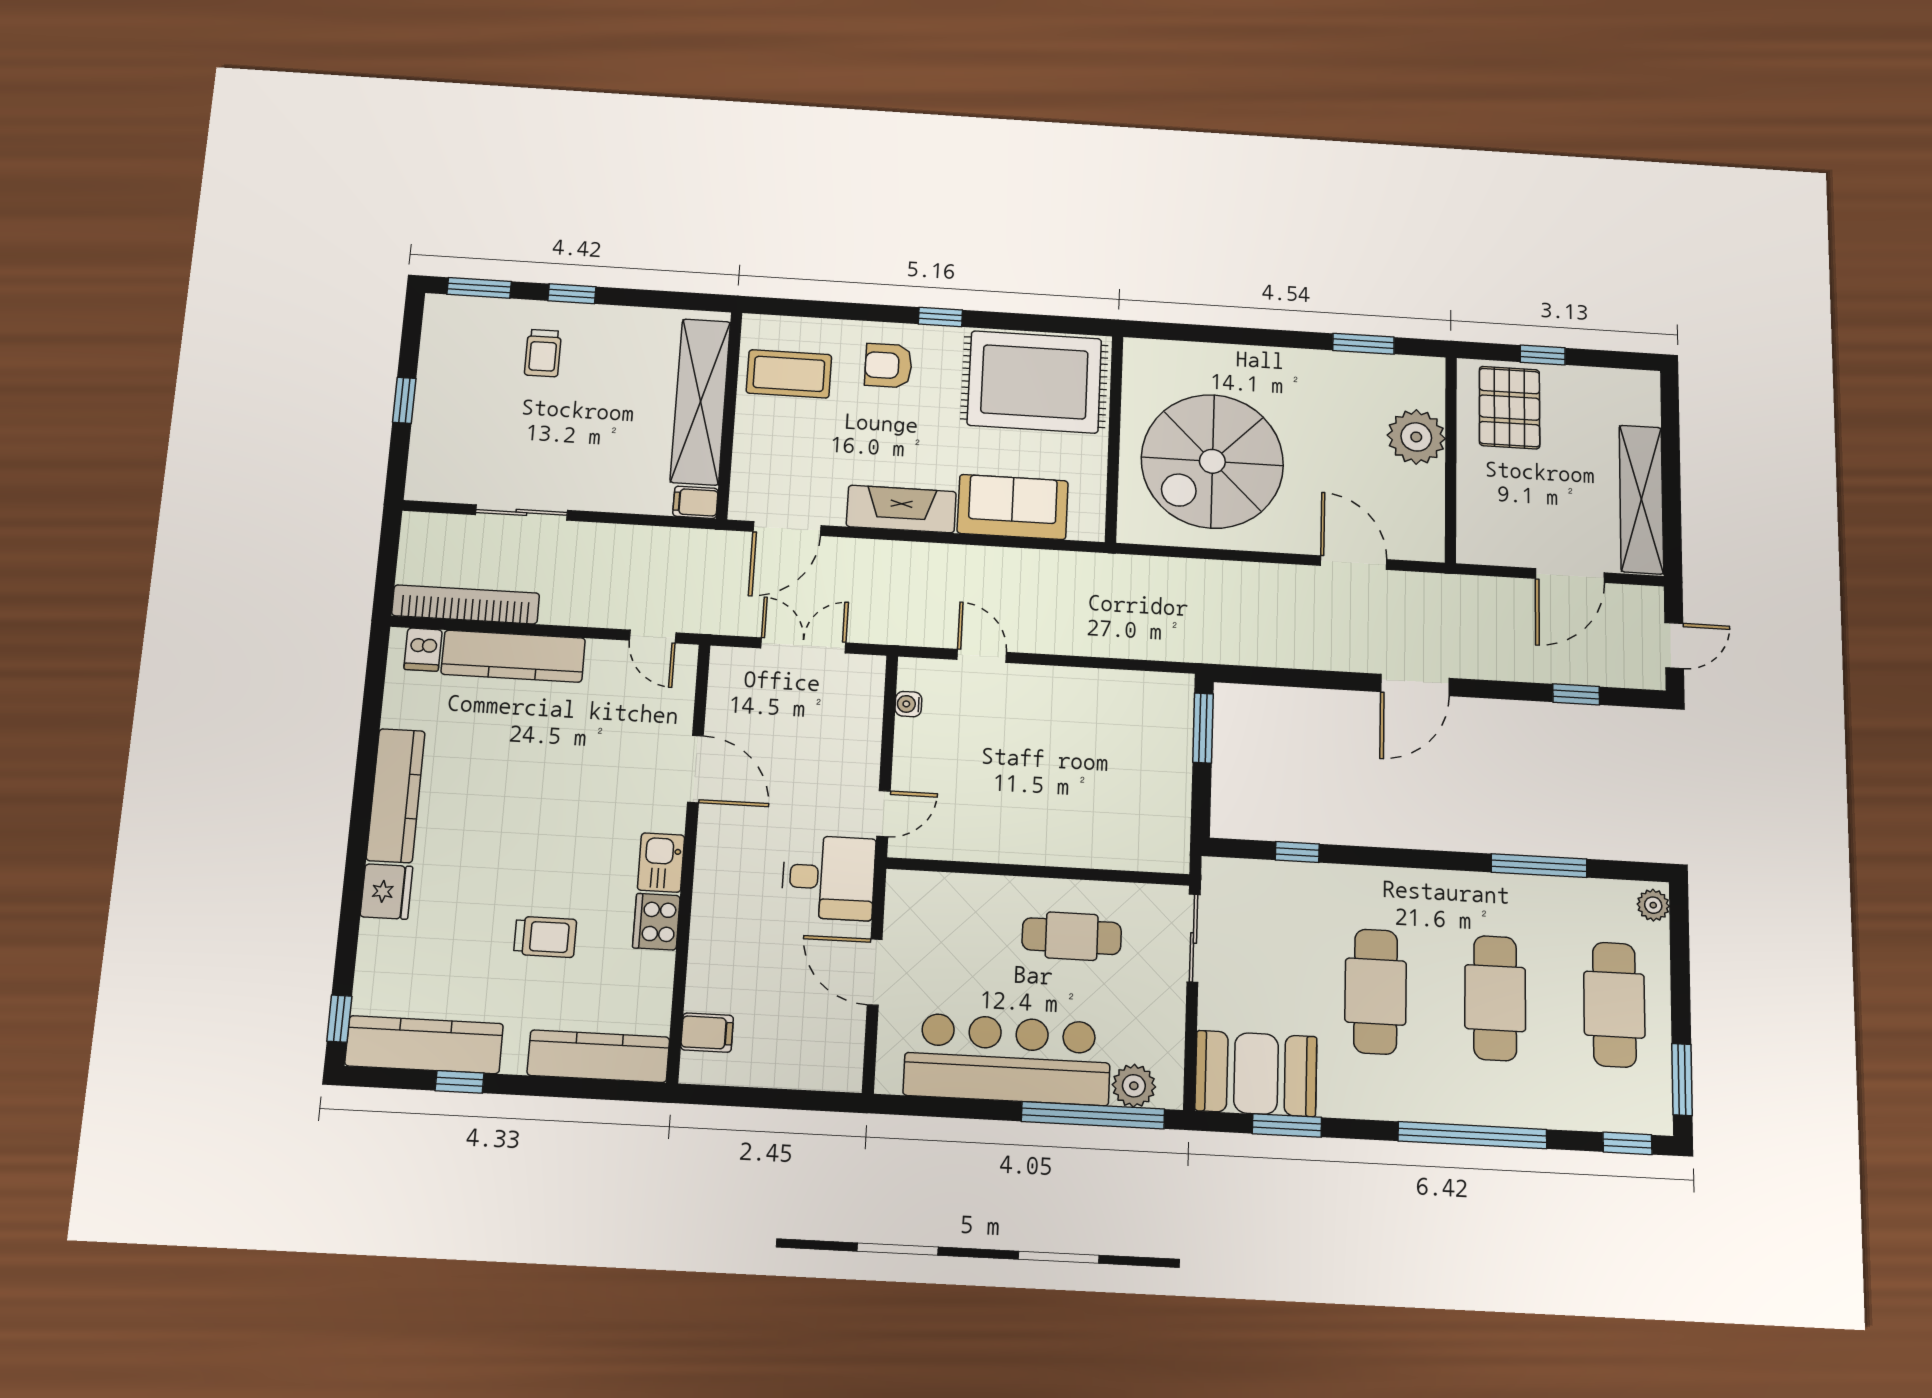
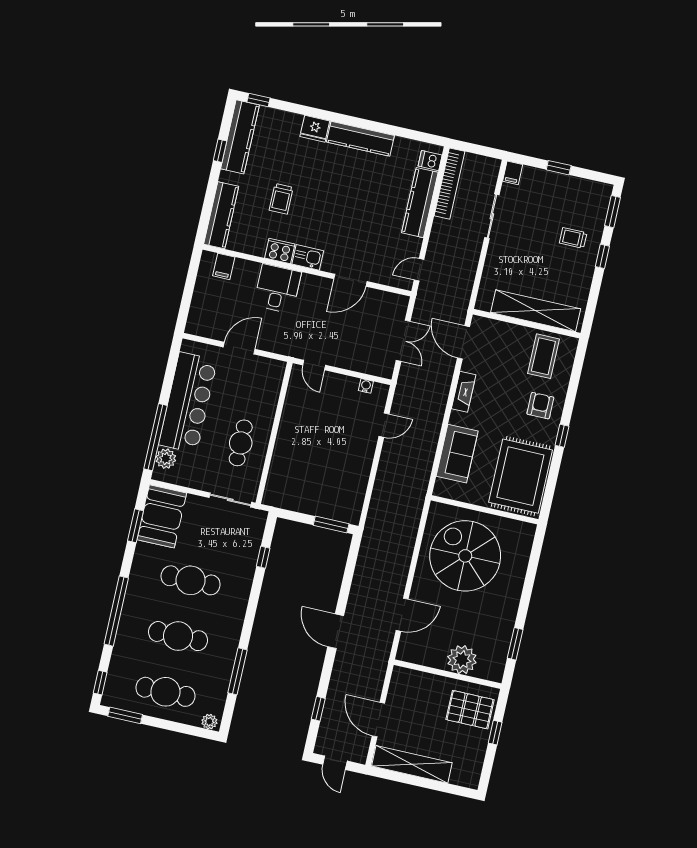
filing cabinet: (695, 502) -> (513, 173), moved, turned 180
fireplace: (901, 509) -> (464, 392), width x0.73, depth x0.76
desk: (828, 878) -> (277, 289), moved, turned 180

